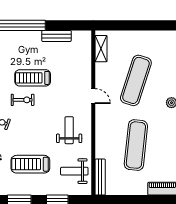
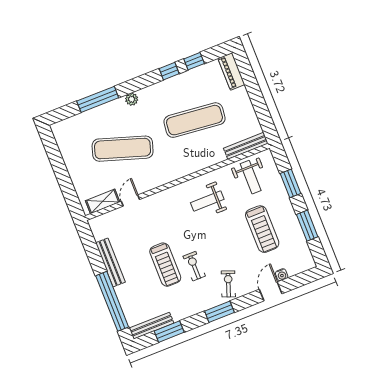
bench: (56, 36) -> (110, 262), width x1.36
door: (93, 96) -> (130, 200), moved

